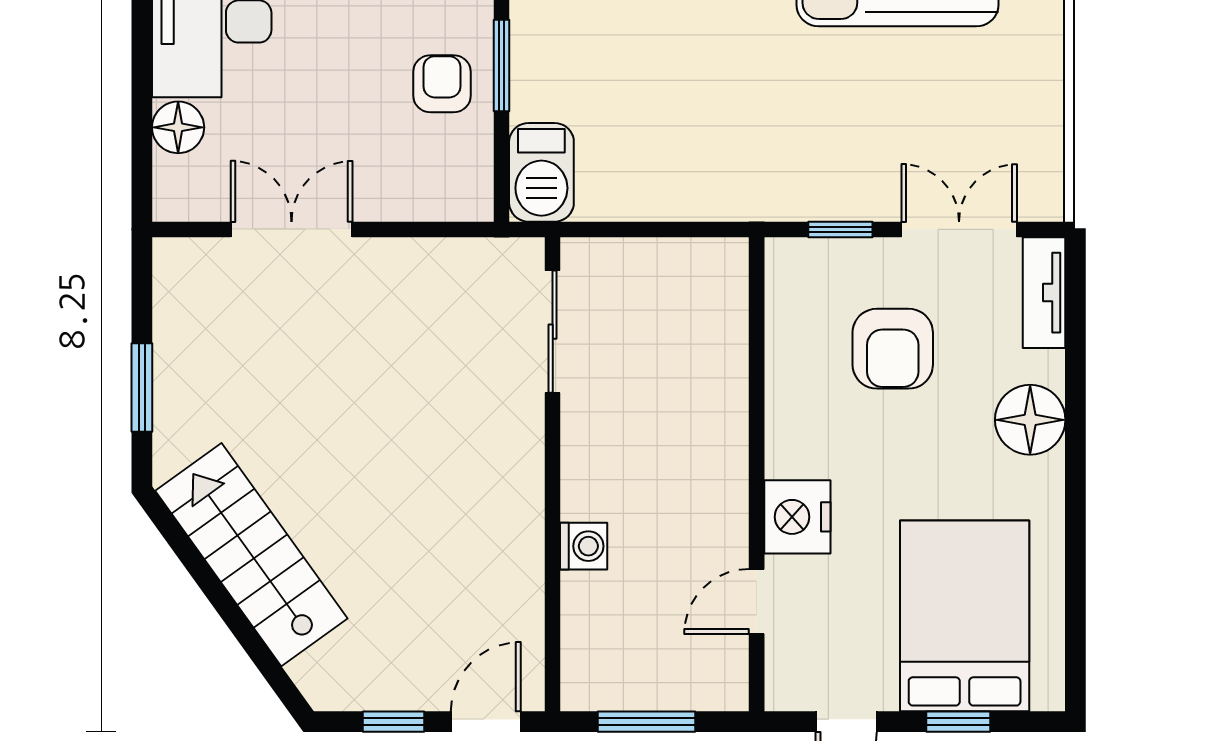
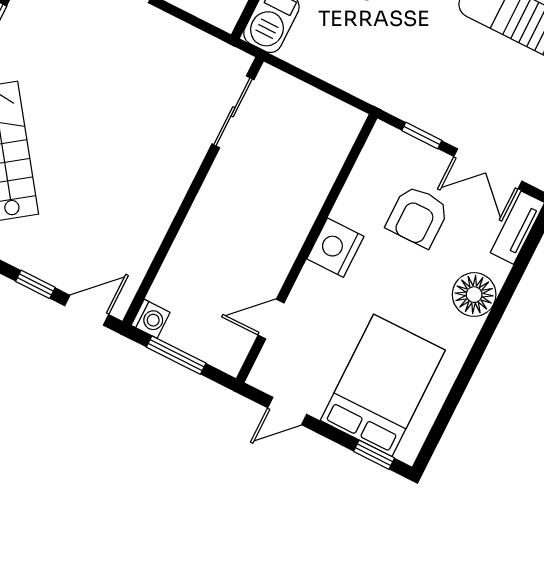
double door: (959, 229) -> (488, 169), swing flipped
nightstand: (797, 517) -> (335, 248), moved
washing machine: (584, 546) -> (151, 319), moved
window: (958, 722) -> (374, 455), moved

